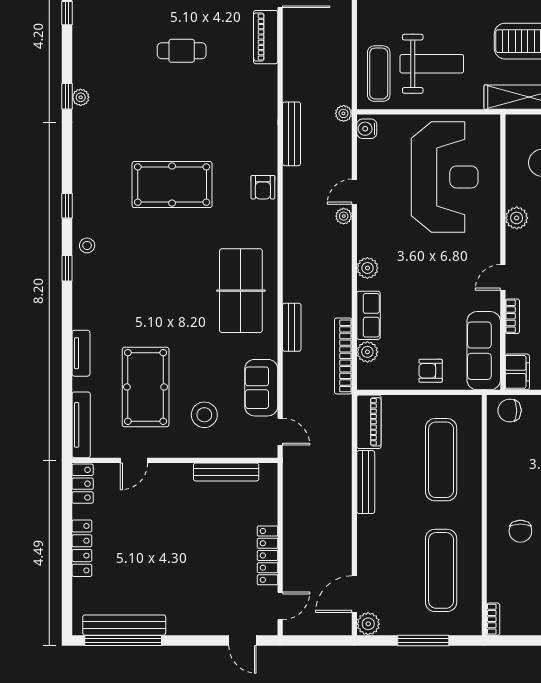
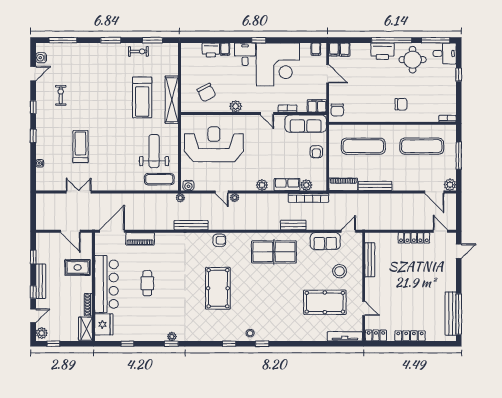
tv unit: (81, 353) -> (307, 336), removed

